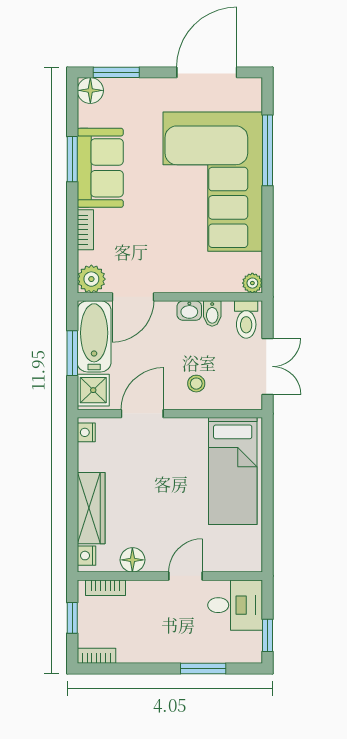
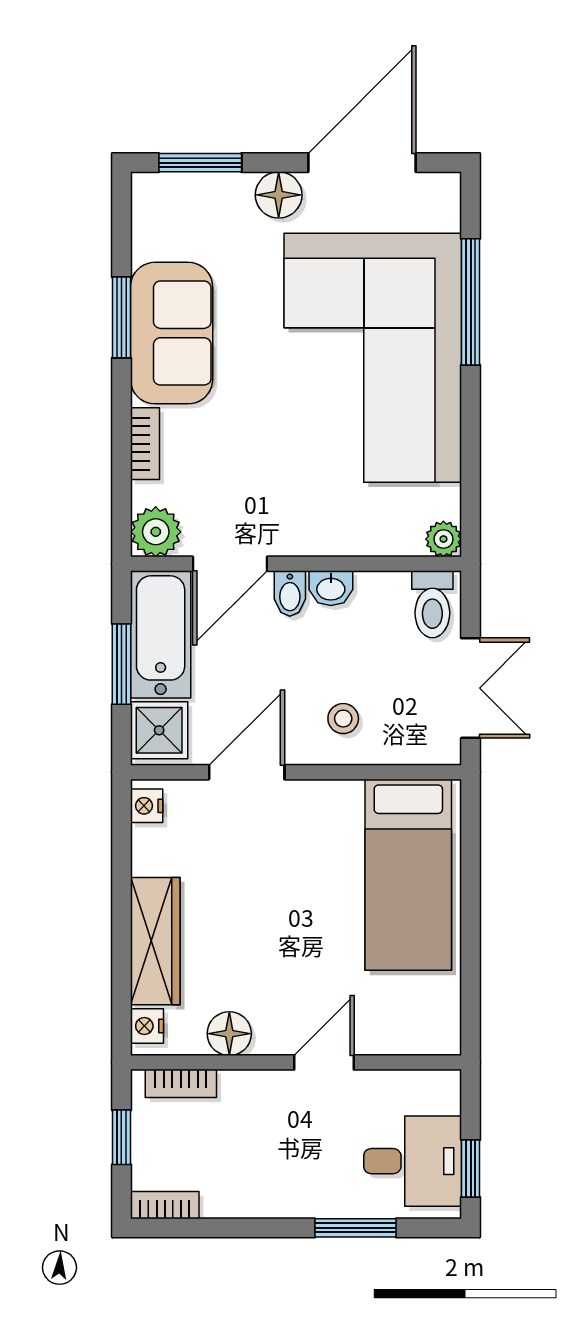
floor lamp: (90, 90) -> (279, 195), moved
bidet: (212, 314) -> (290, 593), moved
desk: (235, 605) -> (413, 1161), moved

